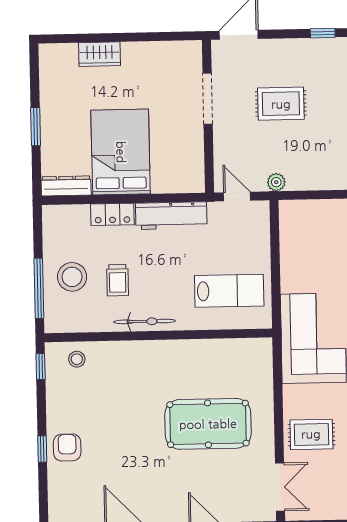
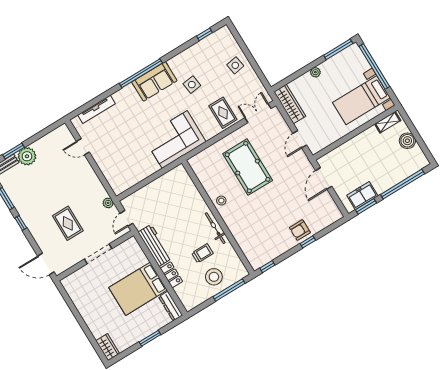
wardrobe: (99, 54) -> (108, 347), moved
doorway: (208, 99) -> (98, 254), moved
lab bench: (229, 291) -> (175, 195), removed
stool: (77, 359) -> (221, 201), moved

